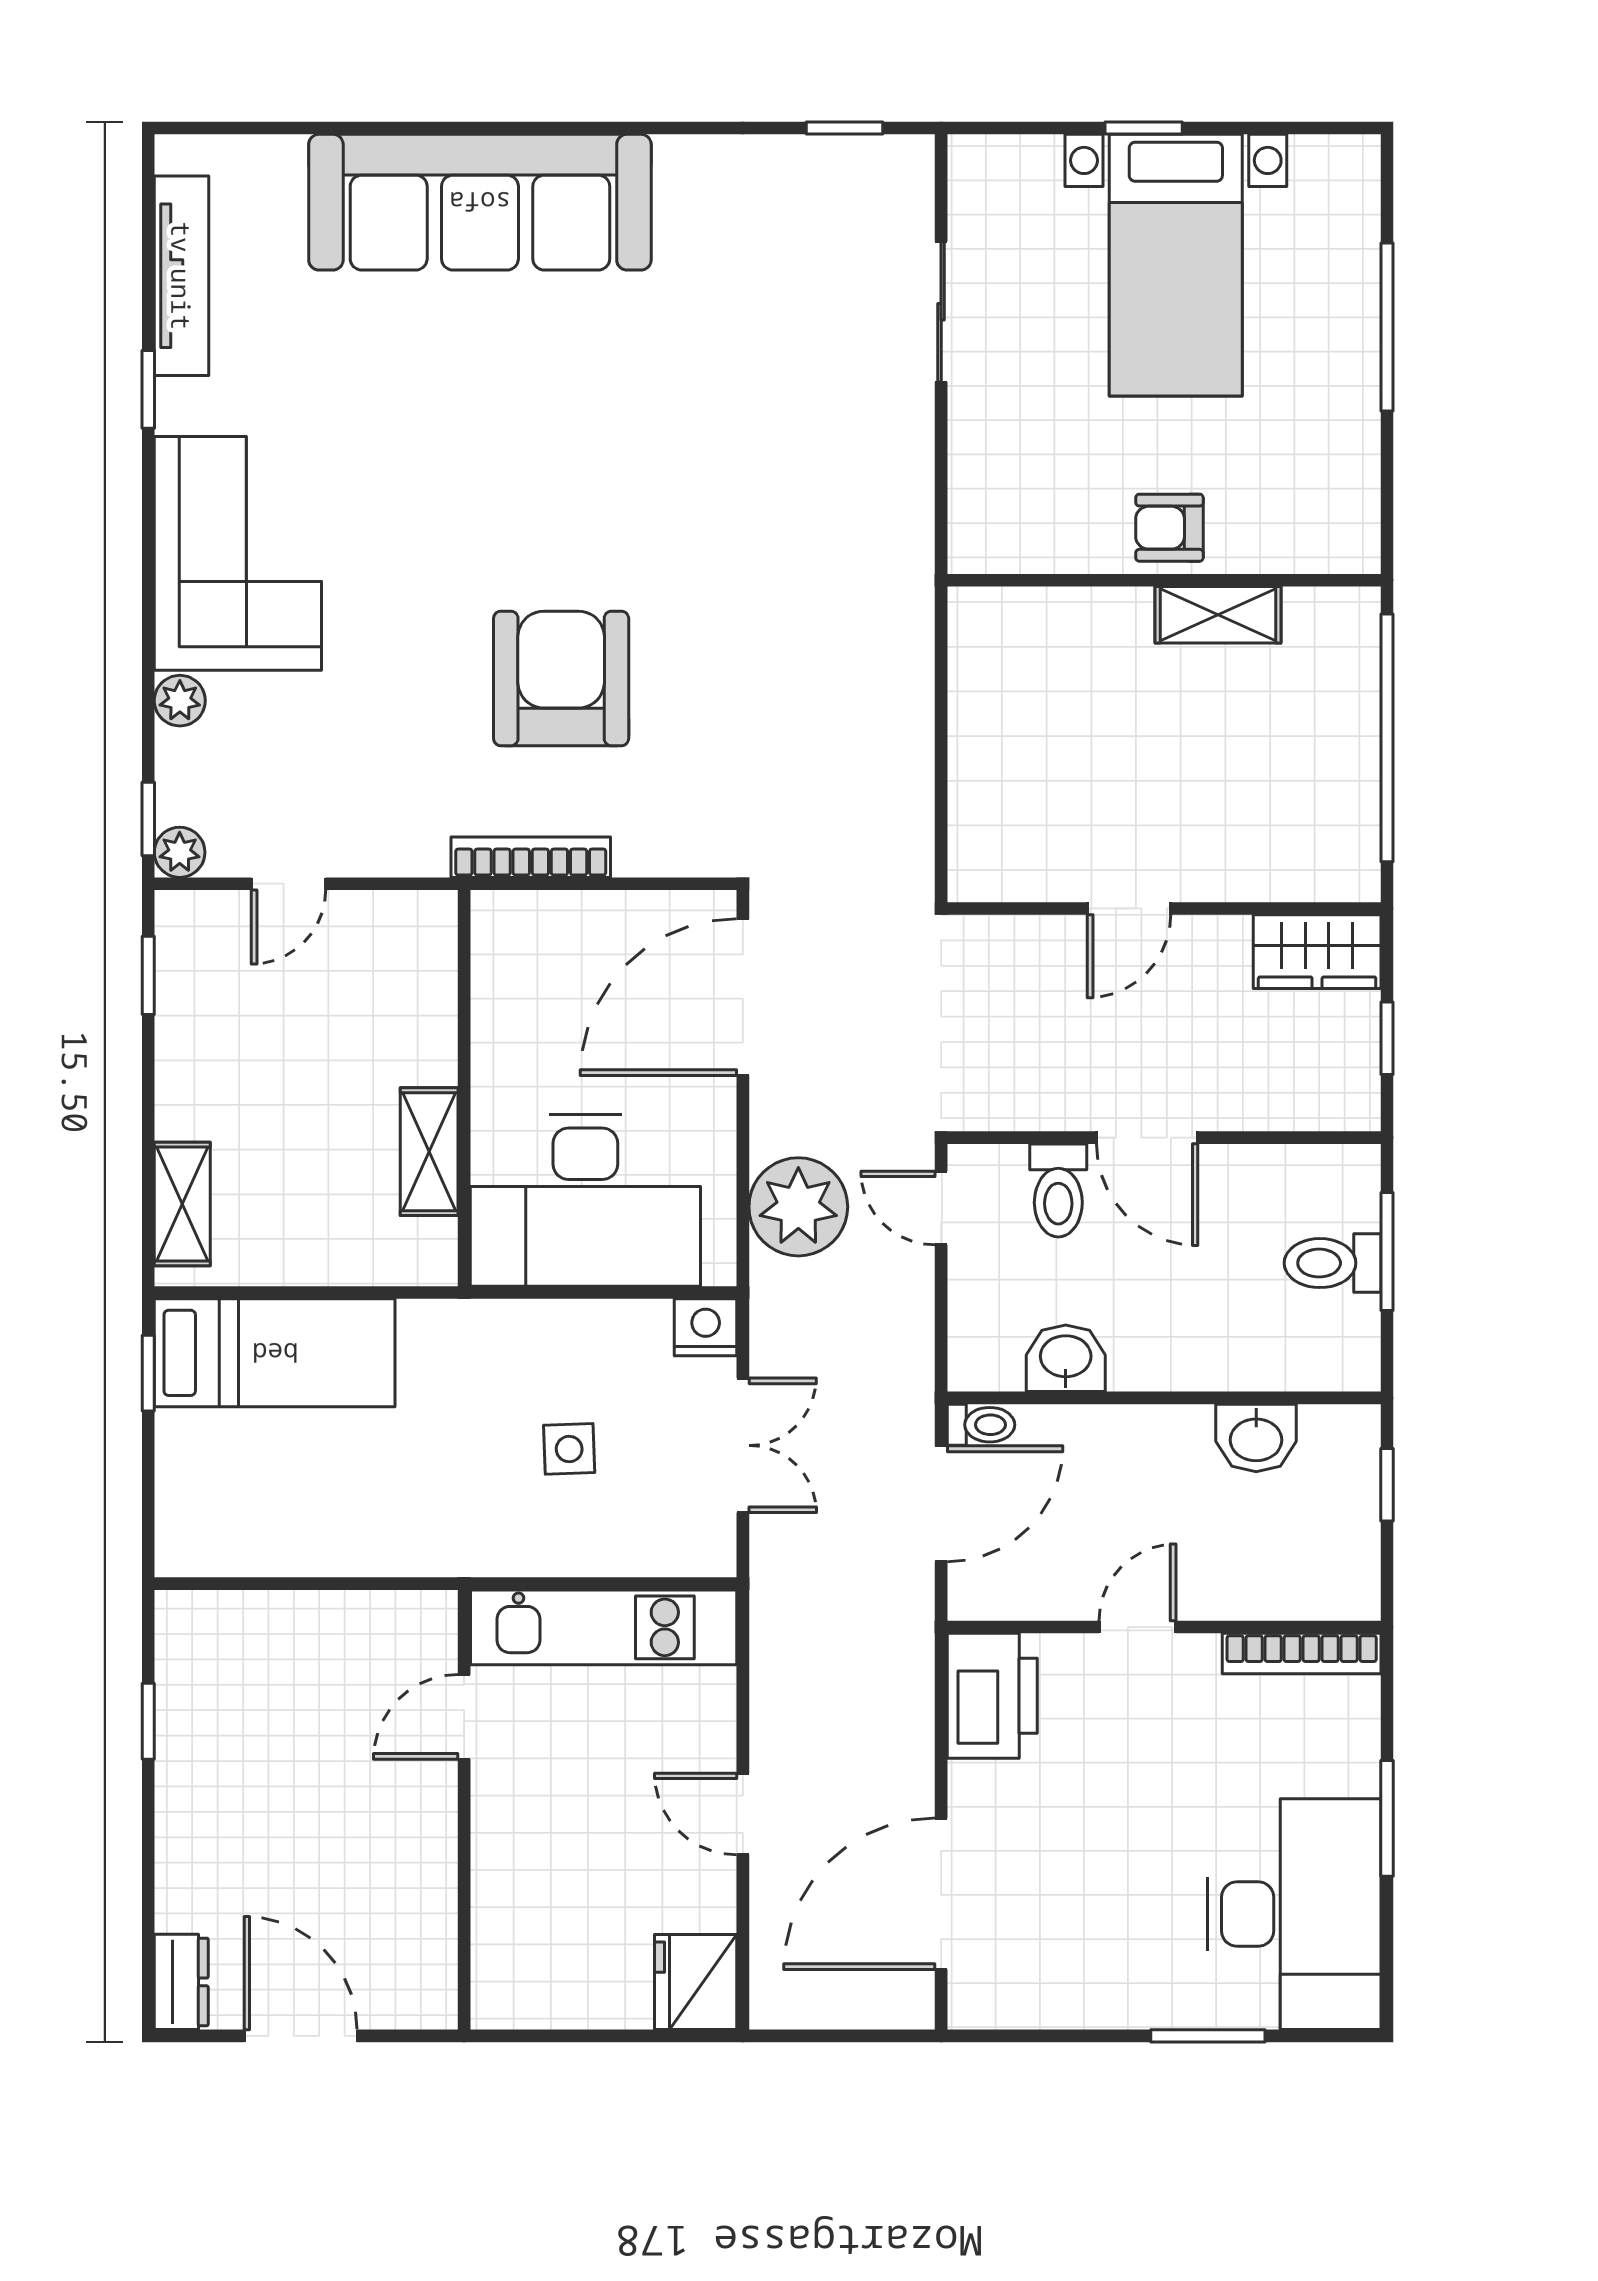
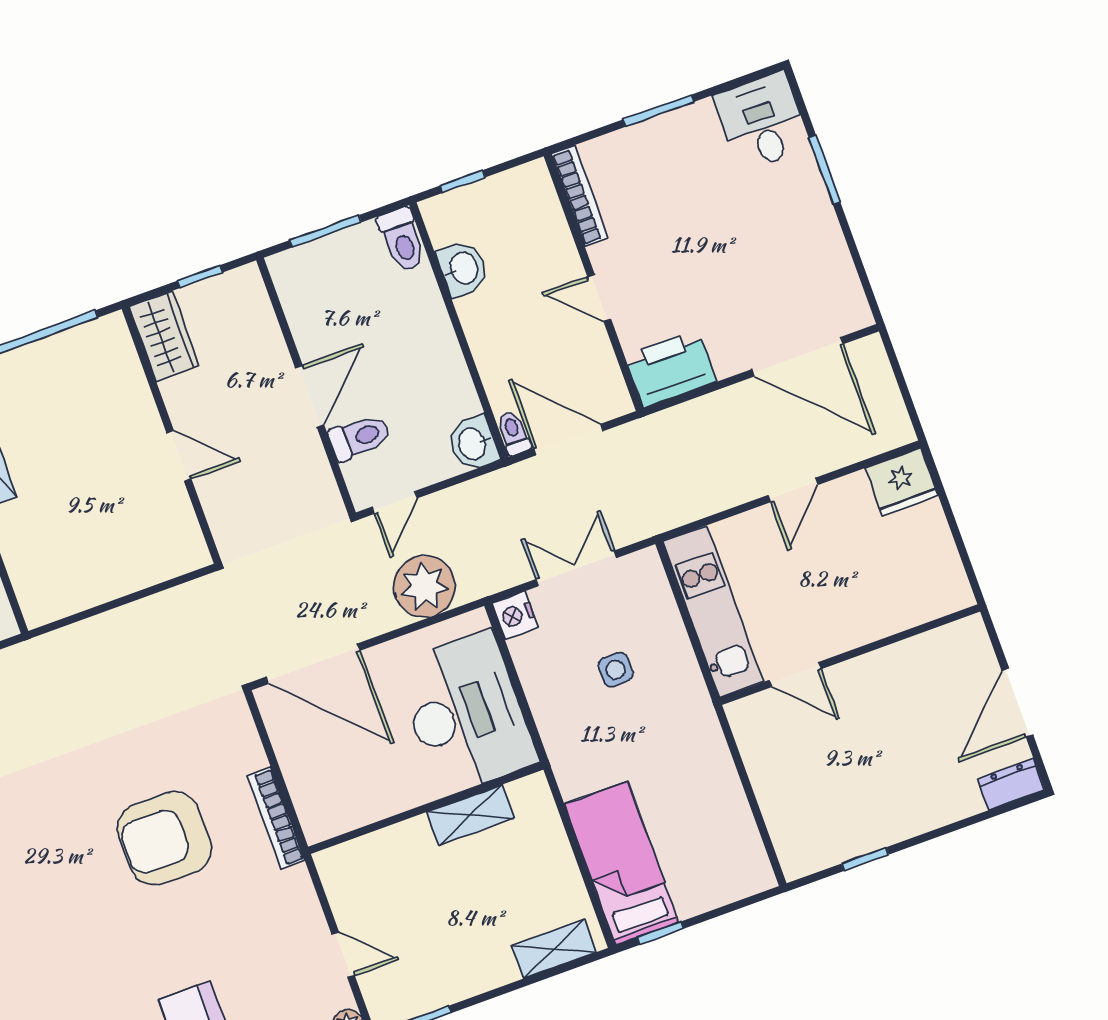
toilet: (1333, 1263) -> (402, 240), moved
washbasin: (1066, 1358) -> (473, 444), moved
desk: (1294, 1914) -> (762, 122), width x0.53, depth x0.77

